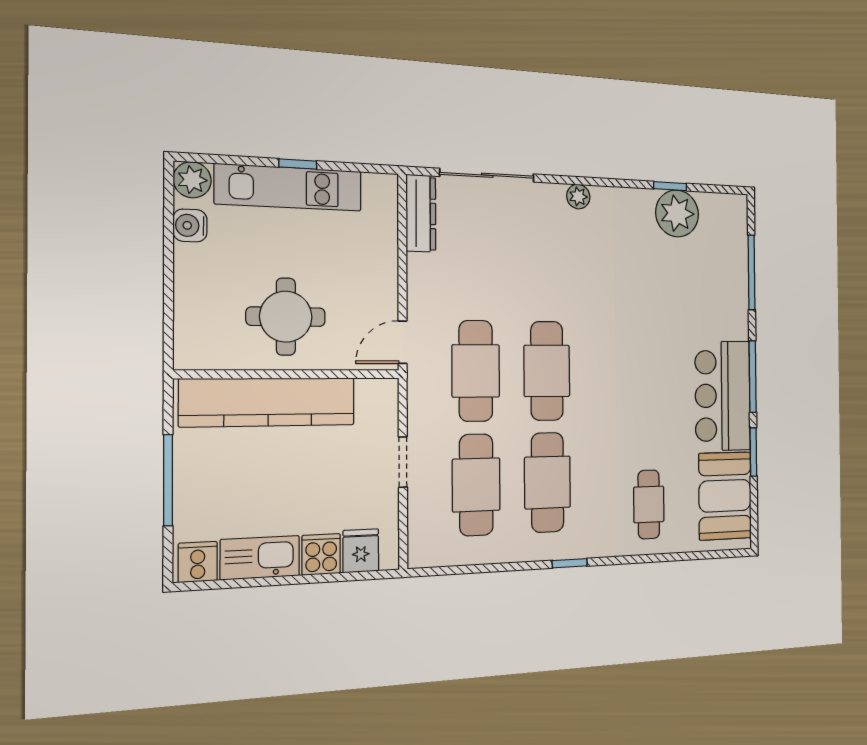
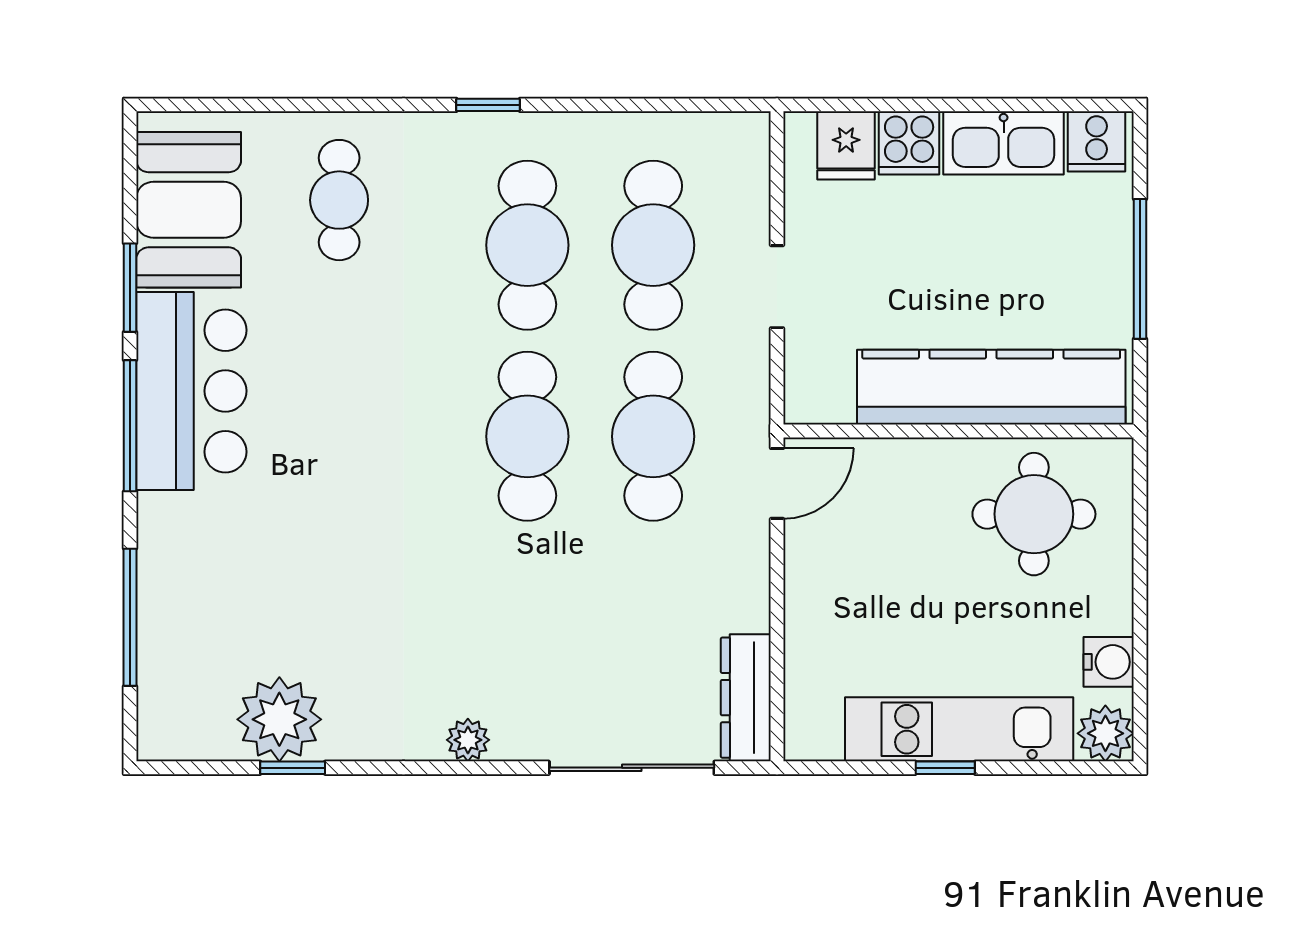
round table: (286, 317) -> (1034, 514), moved

